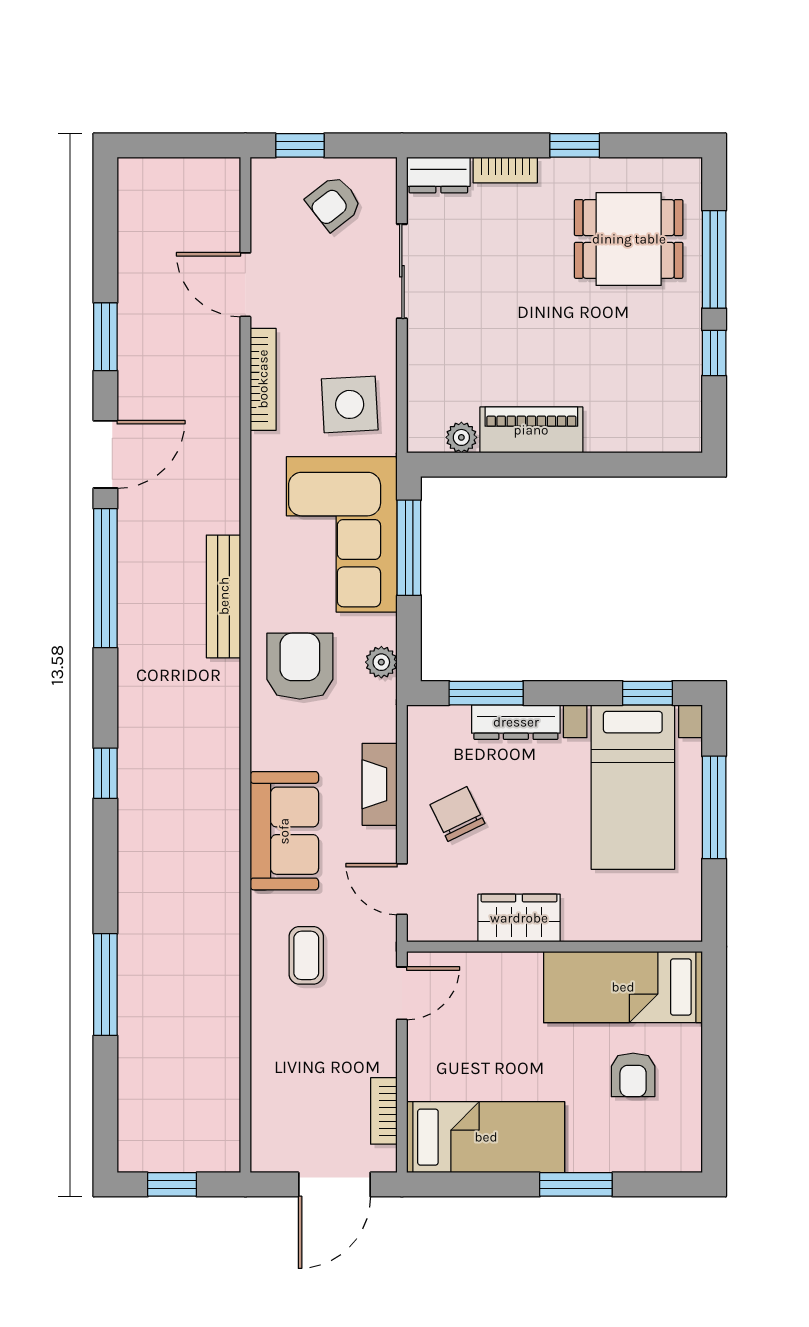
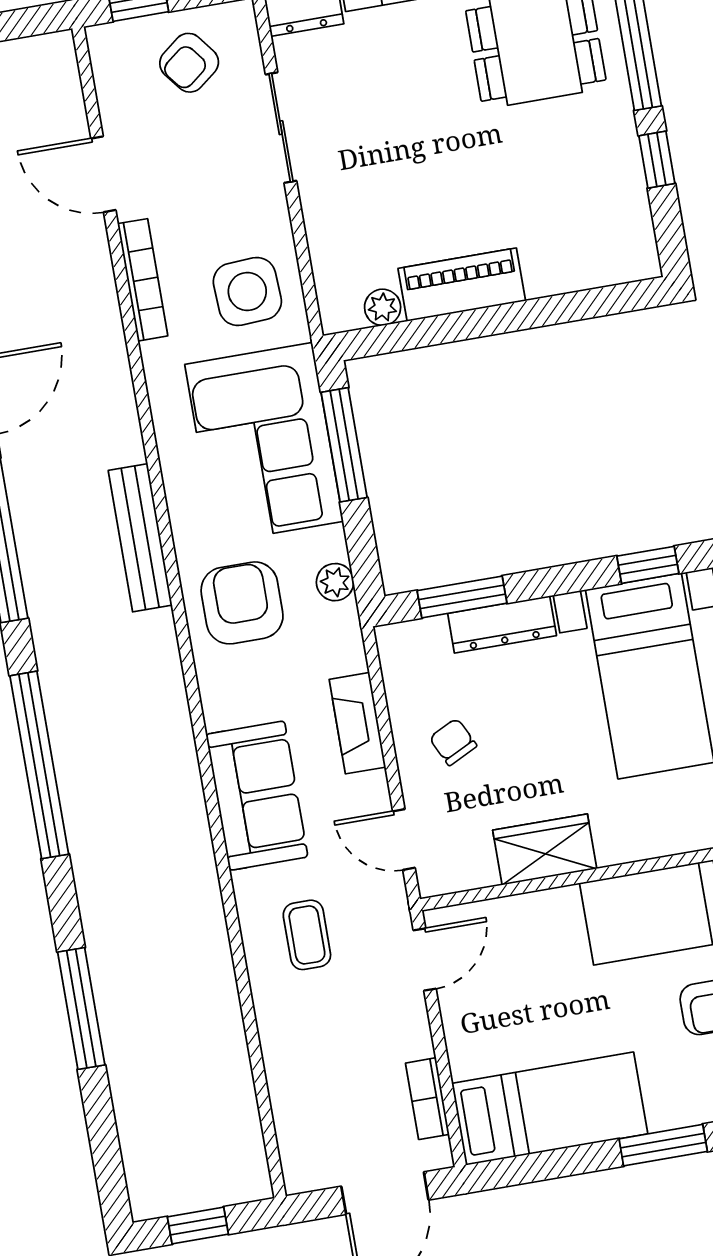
window: (105, 773) -> (39, 765), width x3.17
chair: (457, 814) -> (453, 742), width x0.73, depth x0.73

